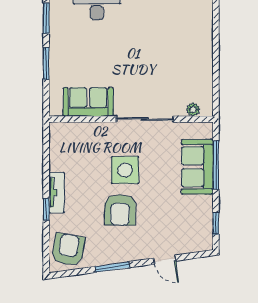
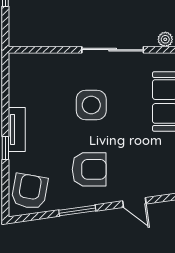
sofa: (88, 102) -> (51, 31), removed
armchair: (120, 210) -> (89, 169), moved, turned -91

